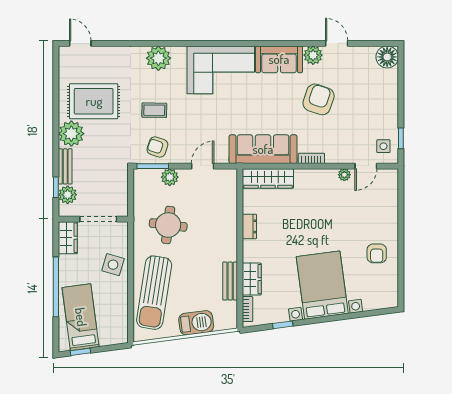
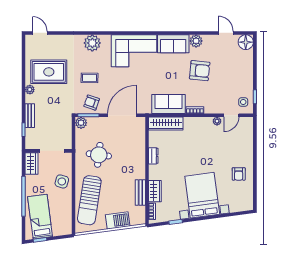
door: (337, 43) -> (226, 33), moved
armchair: (319, 99) -> (200, 71), turned 77
plant: (71, 134) -> (30, 90), width x0.53, depth x0.53
sofa: (263, 149) -> (168, 104), width x0.73
door: (203, 166) -> (122, 115), width x1.87
plant: (170, 177) -> (81, 123), moved
plant: (68, 195) -> (31, 135), removed

